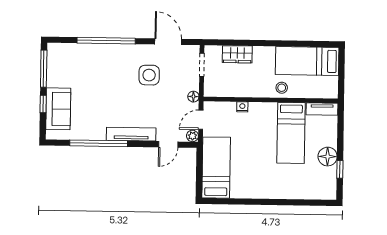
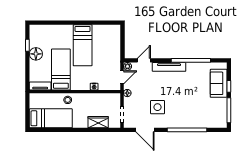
bed: (216, 168) -> (83, 45), moved

